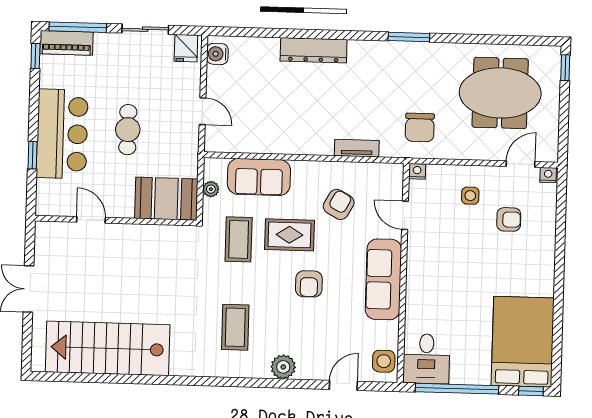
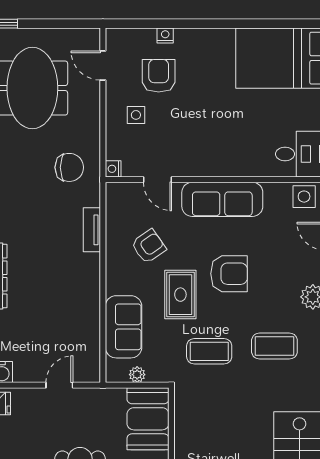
nightstand: (548, 175) -> (165, 35), moved, turned 90
armchair: (339, 204) -> (149, 246), turned 116
door: (405, 215) -> (157, 180), hinge flipped
armchair: (509, 219) -> (159, 76), width x1.38, depth x1.38
coffee table: (239, 239) -> (209, 351), moved
armchair: (309, 284) -> (229, 274), width x1.38, depth x1.38

